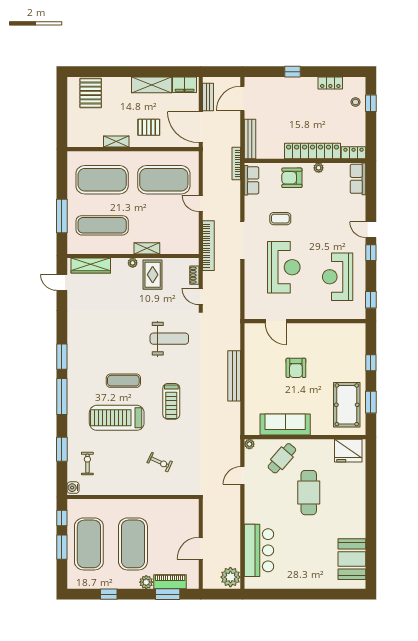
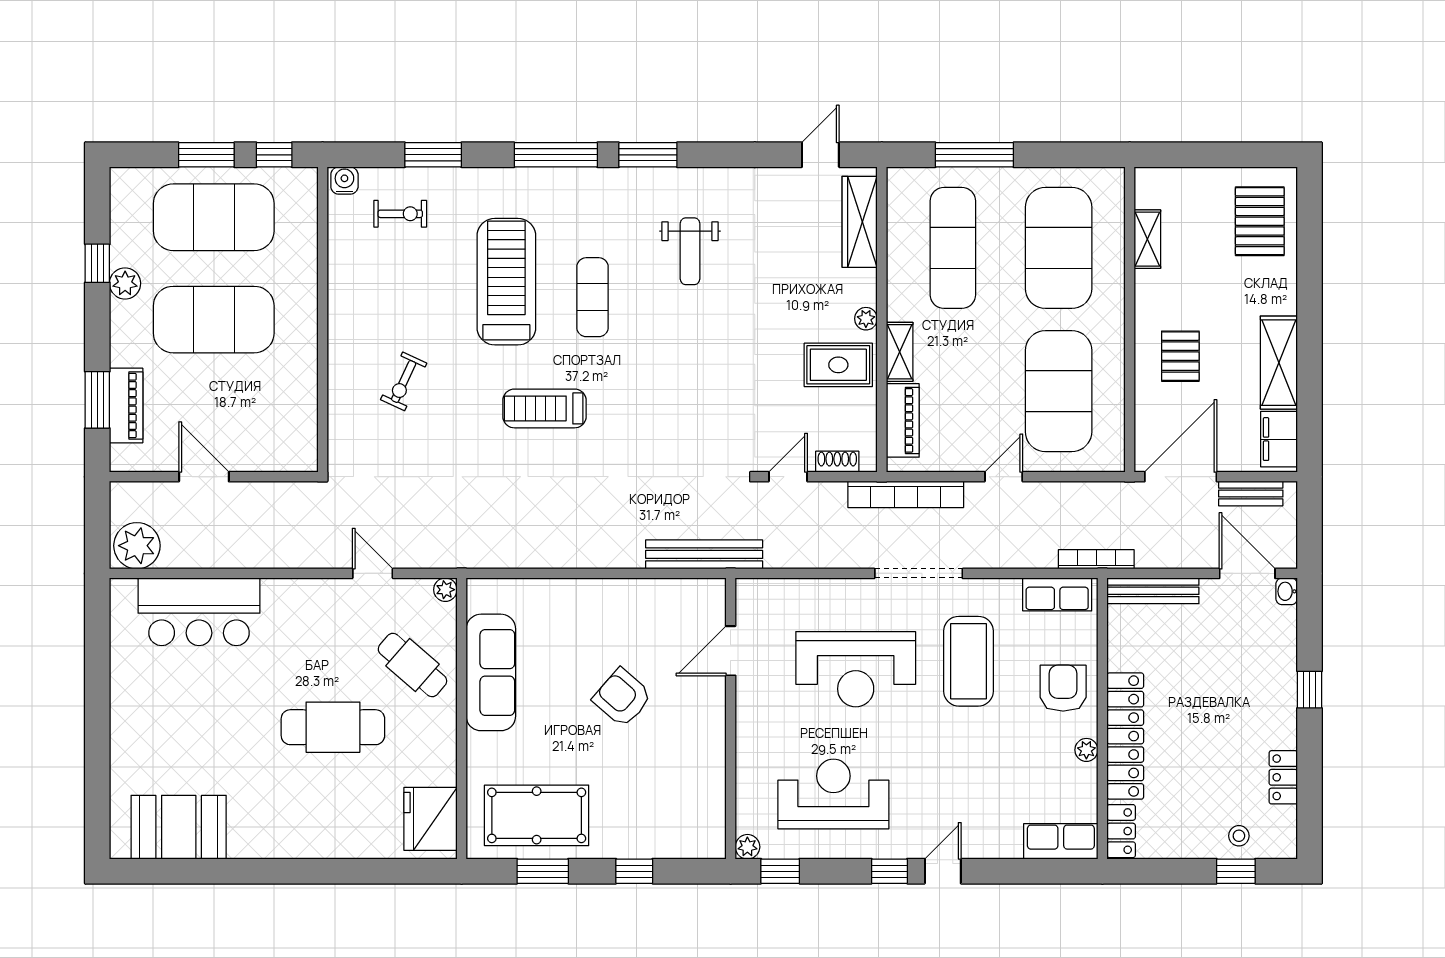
washbasin: (250, 81) -> (1287, 591), added
pallet: (91, 93) -> (1260, 221), turned 90
shelving: (116, 141) -> (1147, 239), moved
coffee table: (280, 219) -> (968, 661), width x1.86, depth x1.72
piano: (176, 247) -> (903, 420), added
plant: (360, 314) -> (747, 847), added
weight bench: (169, 339) -> (690, 251), moved, width x0.73, depth x0.75
armchair: (296, 368) -> (622, 698), turned 41
bench: (234, 376) -> (704, 554), moved
plant: (146, 582) -> (125, 283), moved

